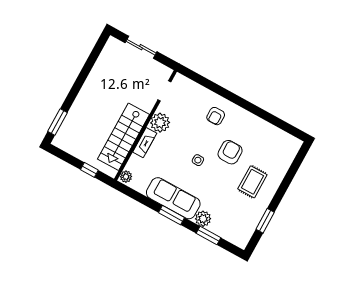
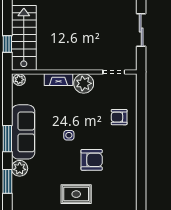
armchair: (216, 116) -> (119, 117), moved
stairs: (124, 137) -> (24, 38), moved, turned 90

